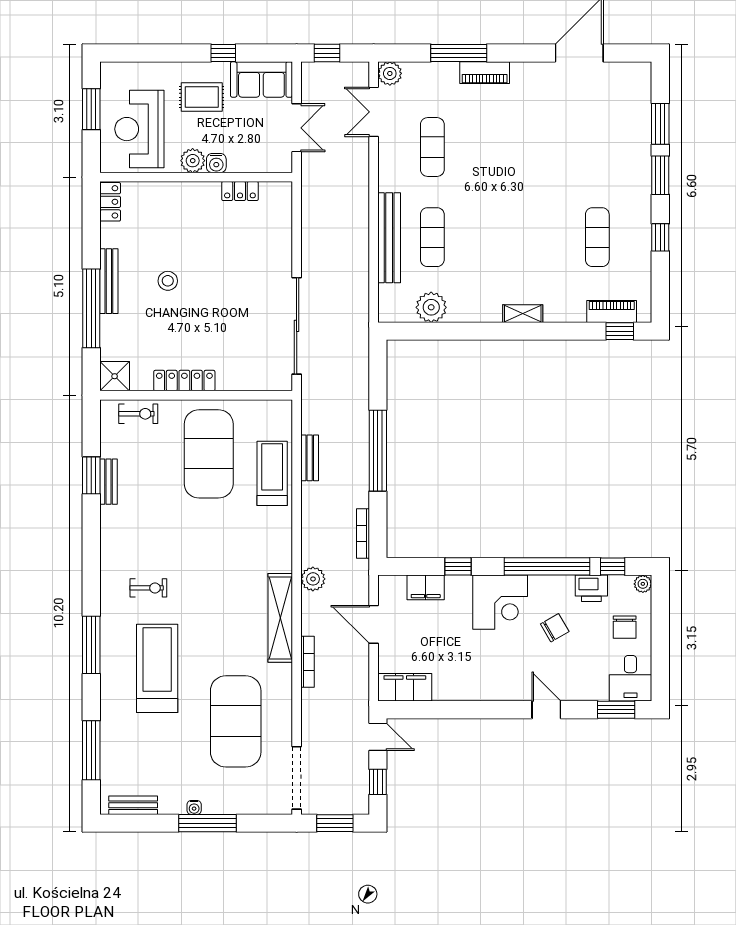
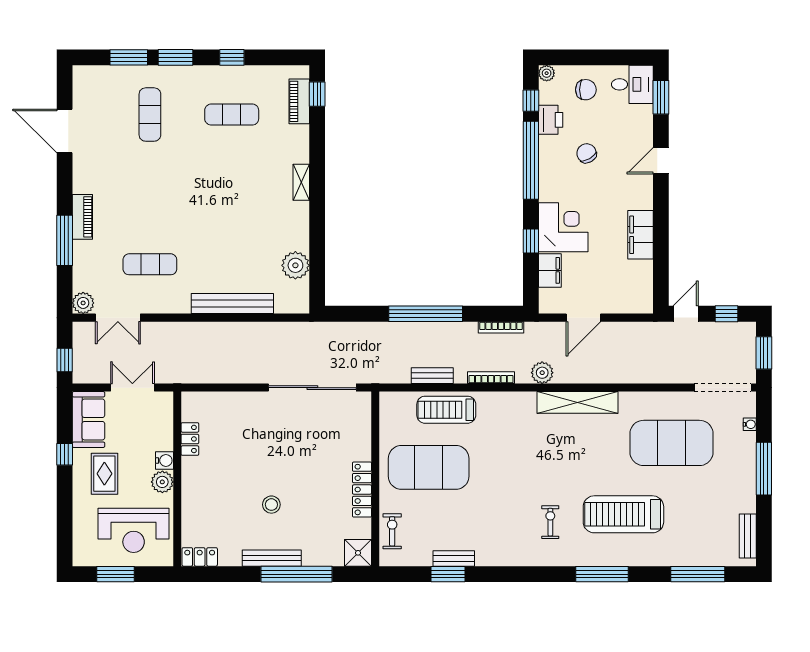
exercise mat: (432, 237) -> (150, 115), moved, turned 90
corner desk: (500, 602) -> (563, 227), moved
bookcase: (307, 662) -> (491, 378), moved
filing cabinet: (405, 687) -> (640, 235), moved
water cooler: (194, 807) -> (750, 424), moved

